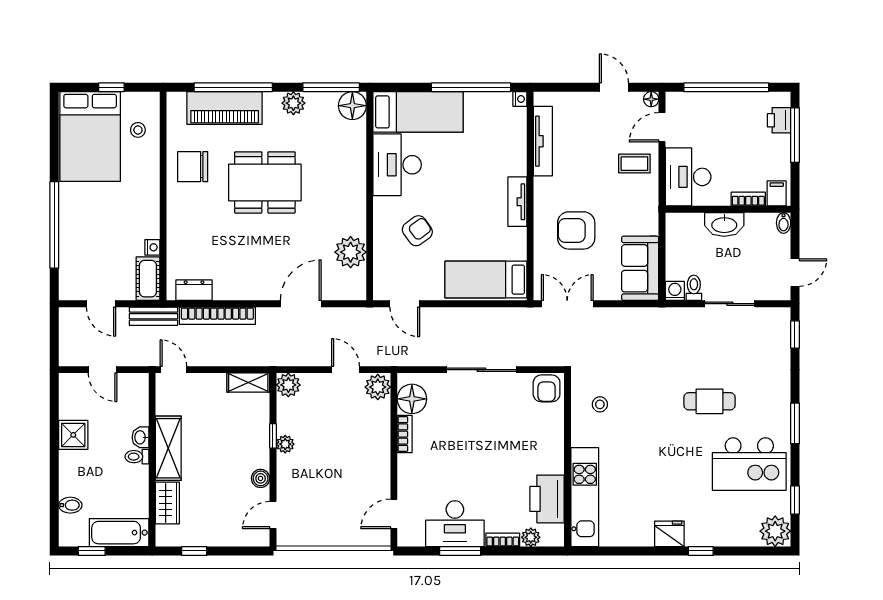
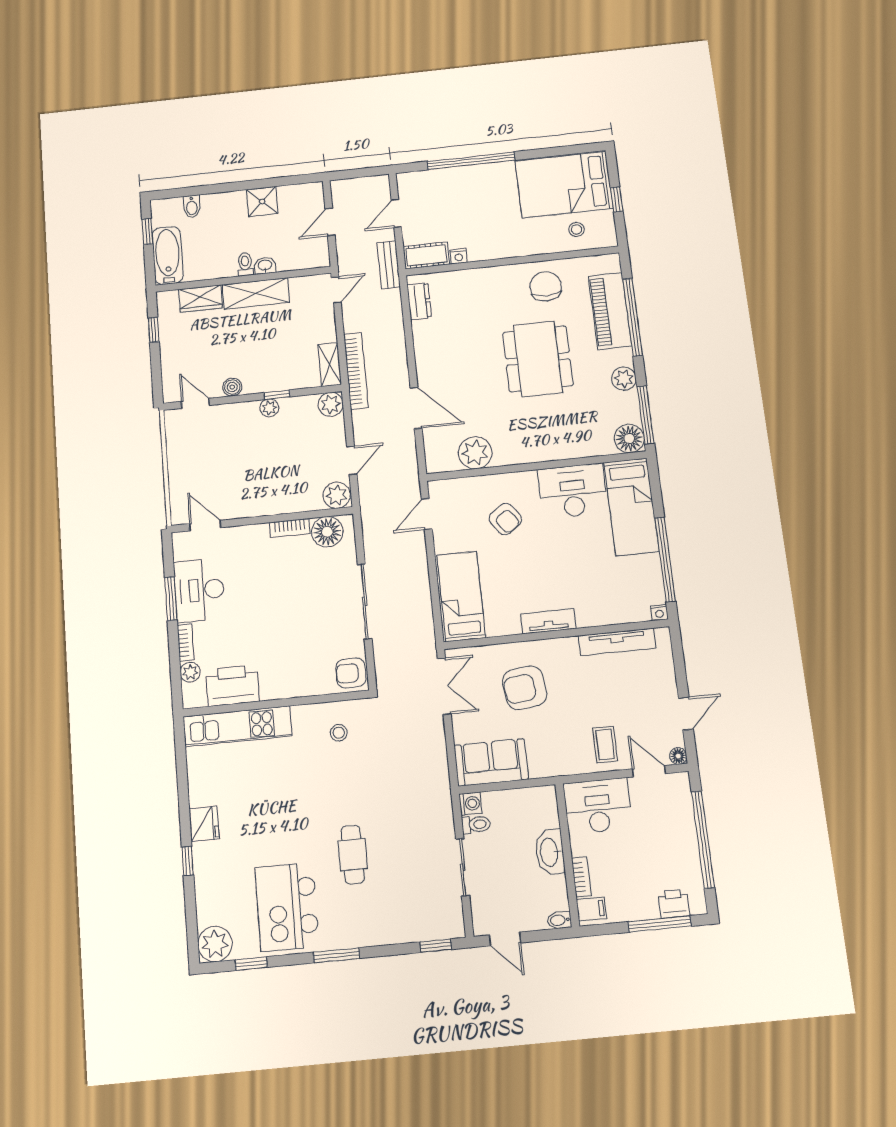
armchair: (576, 230) -> (525, 688), turned -97
bookcase: (217, 316) -> (356, 371), moved, turned 180

